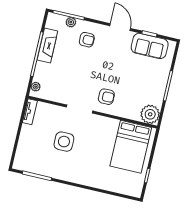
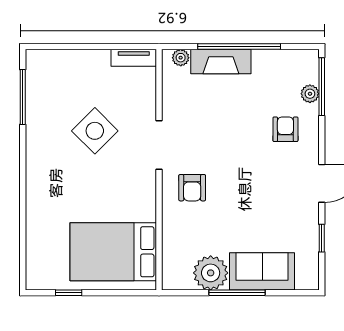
armchair: (87, 40) -> (285, 129), turned 180
fireplace: (47, 45) -> (221, 62), moved
sofa: (150, 46) -> (262, 271), moved, turned 90
plant: (150, 114) -> (211, 273), moved
side table: (64, 142) -> (95, 131), turned 45

